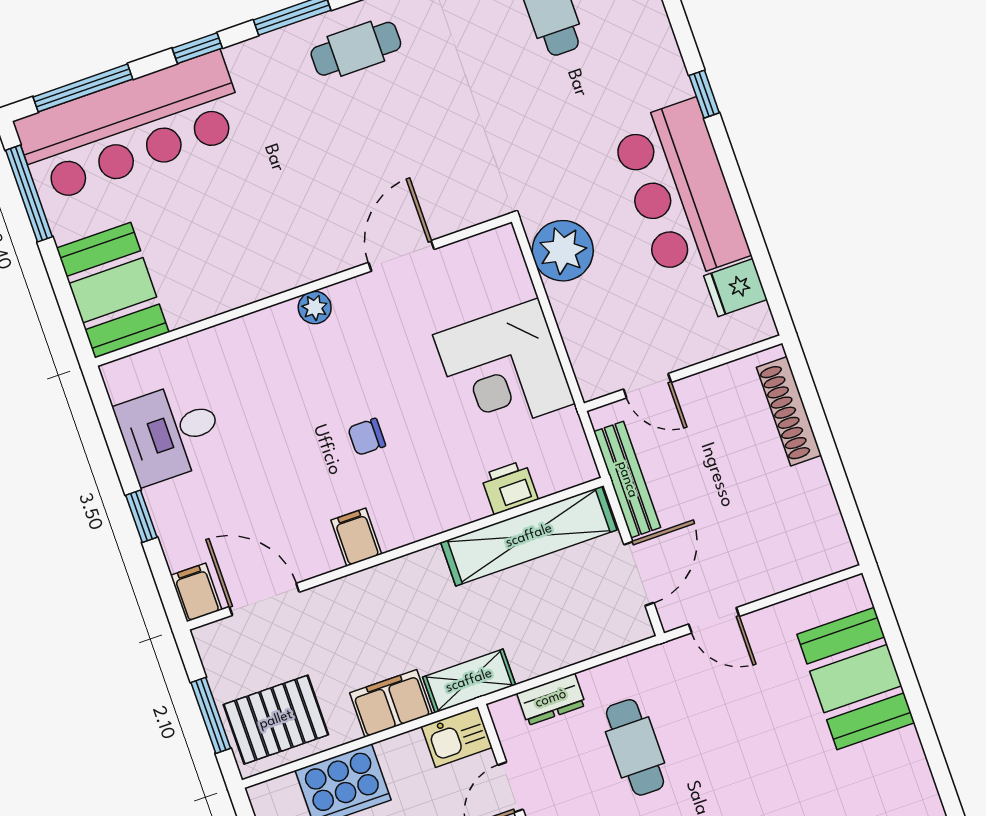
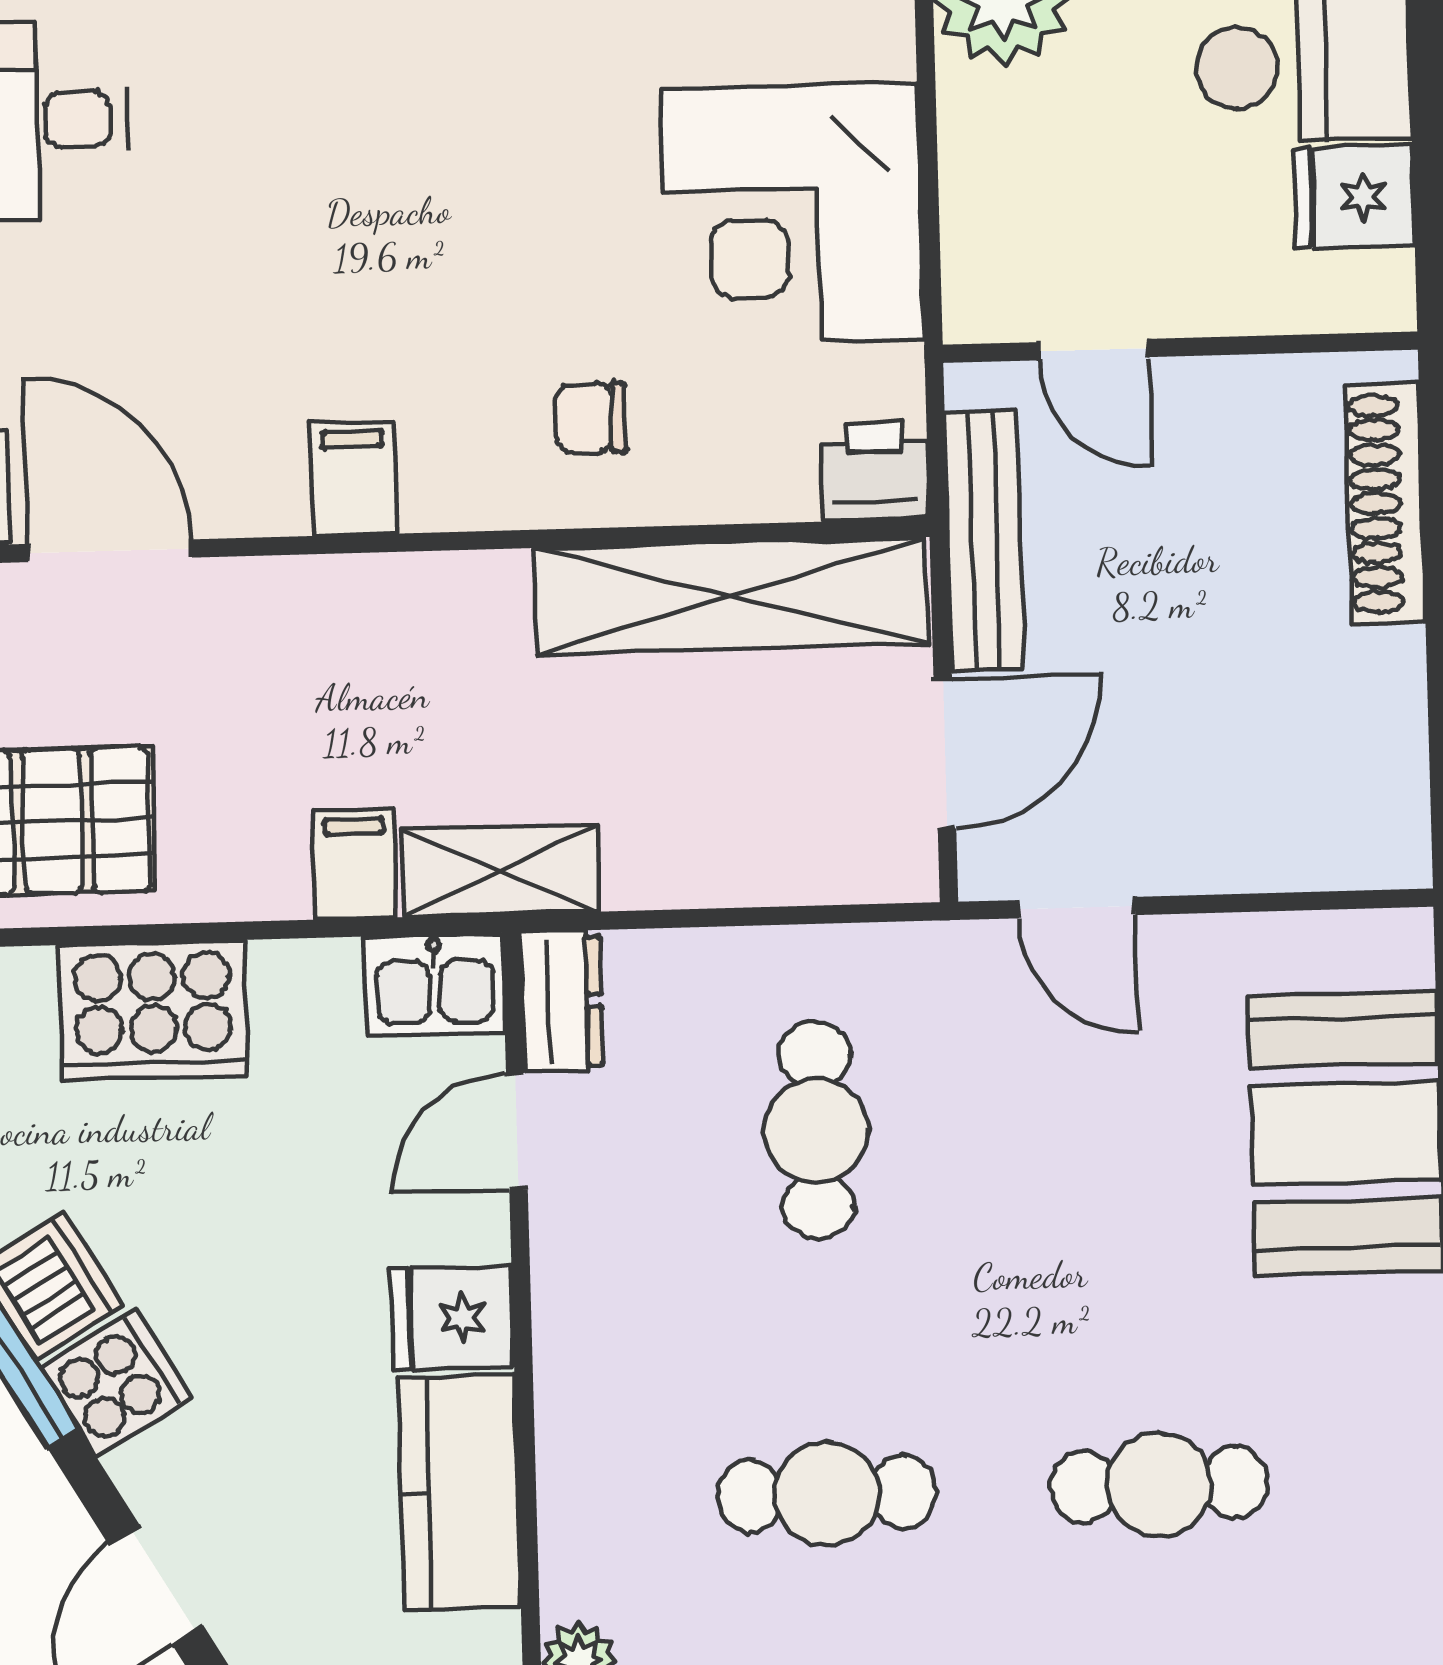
chair: (367, 437) -> (591, 418), moved
printer: (509, 487) -> (874, 472), moved
dresser: (551, 699) -> (562, 1001), moved, turned -90
filing cabinet: (391, 703) -> (355, 864), width x0.50

